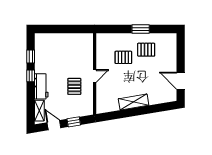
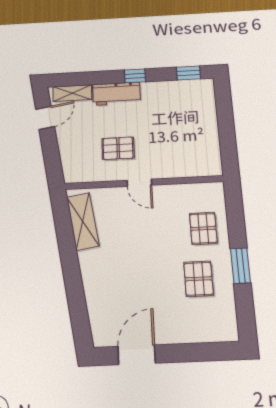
window: (31, 56) -> (188, 73), moved
pallet: (123, 57) -> (203, 228), moved
shelving: (134, 102) -> (83, 221), moved
window: (74, 122) -> (51, 151), removed

